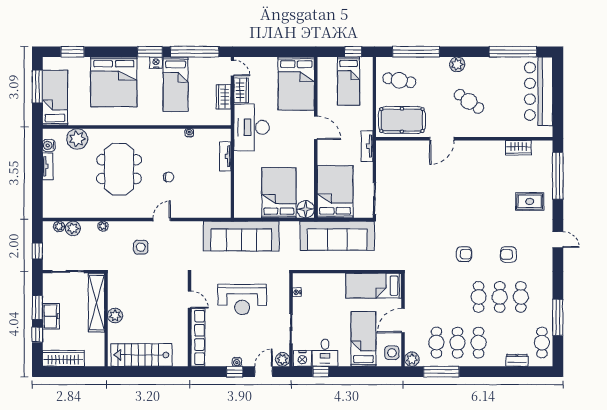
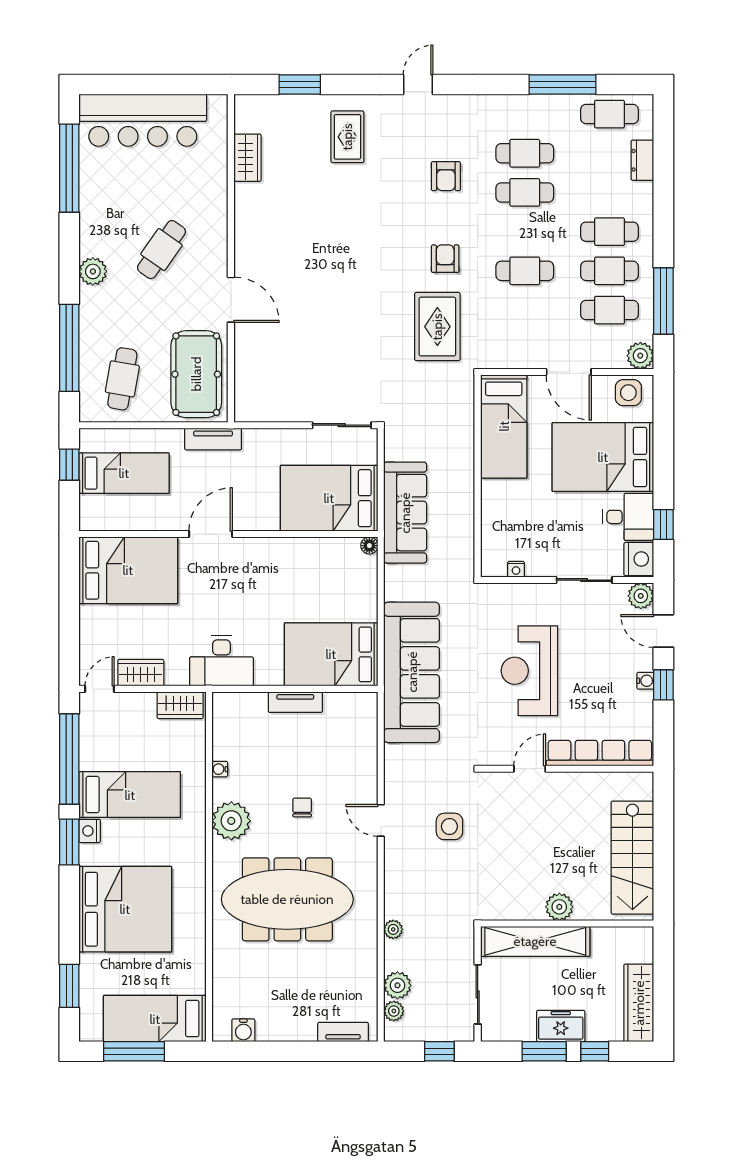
wardrobe: (224, 97) -> (180, 705), moved
desk: (252, 127) -> (221, 661), width x0.73, depth x0.77
plant: (77, 139) -> (231, 821), moved
tv unit: (367, 146) -> (213, 439), moved
tv unit: (225, 156) -> (295, 702), moved
tv unit: (48, 166) -> (343, 1032), moved
meeting table: (119, 169) -> (287, 899), width x1.36
window: (558, 176) -> (300, 85), width x0.47
bed: (279, 193) -> (331, 654), moved
floor lamp: (306, 209) -> (369, 546), width x0.53, depth x0.53
sofa: (337, 236) -> (405, 513), width x0.74, depth x0.79
side table: (141, 247) -> (449, 826), moved
rug: (428, 250) -> (437, 327), added
cafe table: (479, 297) -> (525, 271), moved
reception desk: (242, 299) -> (529, 671), turned 180
bed: (363, 339) -> (603, 457), width x1.50

